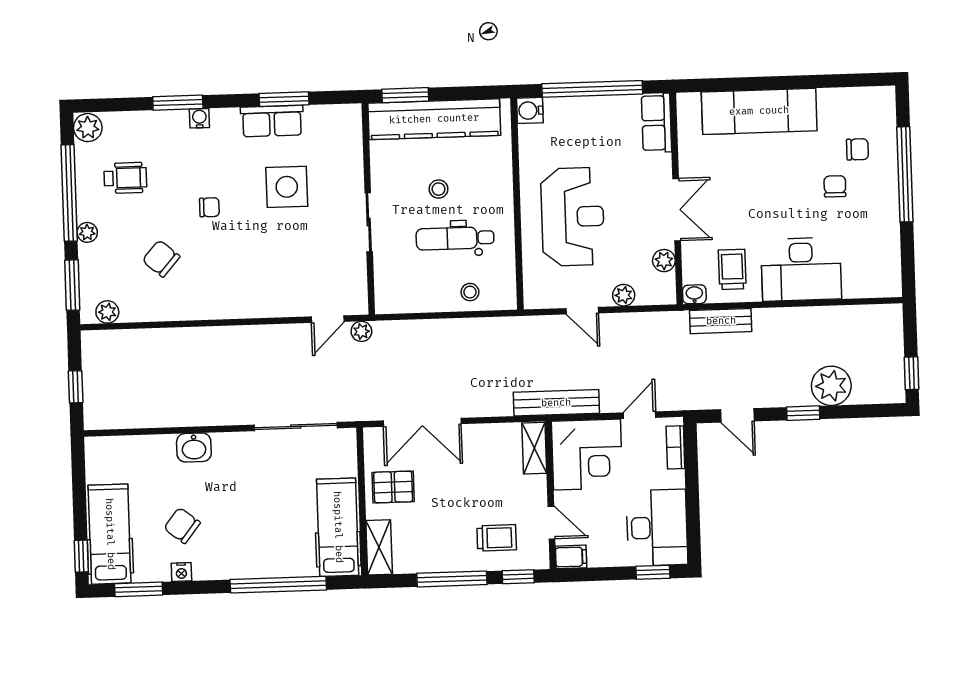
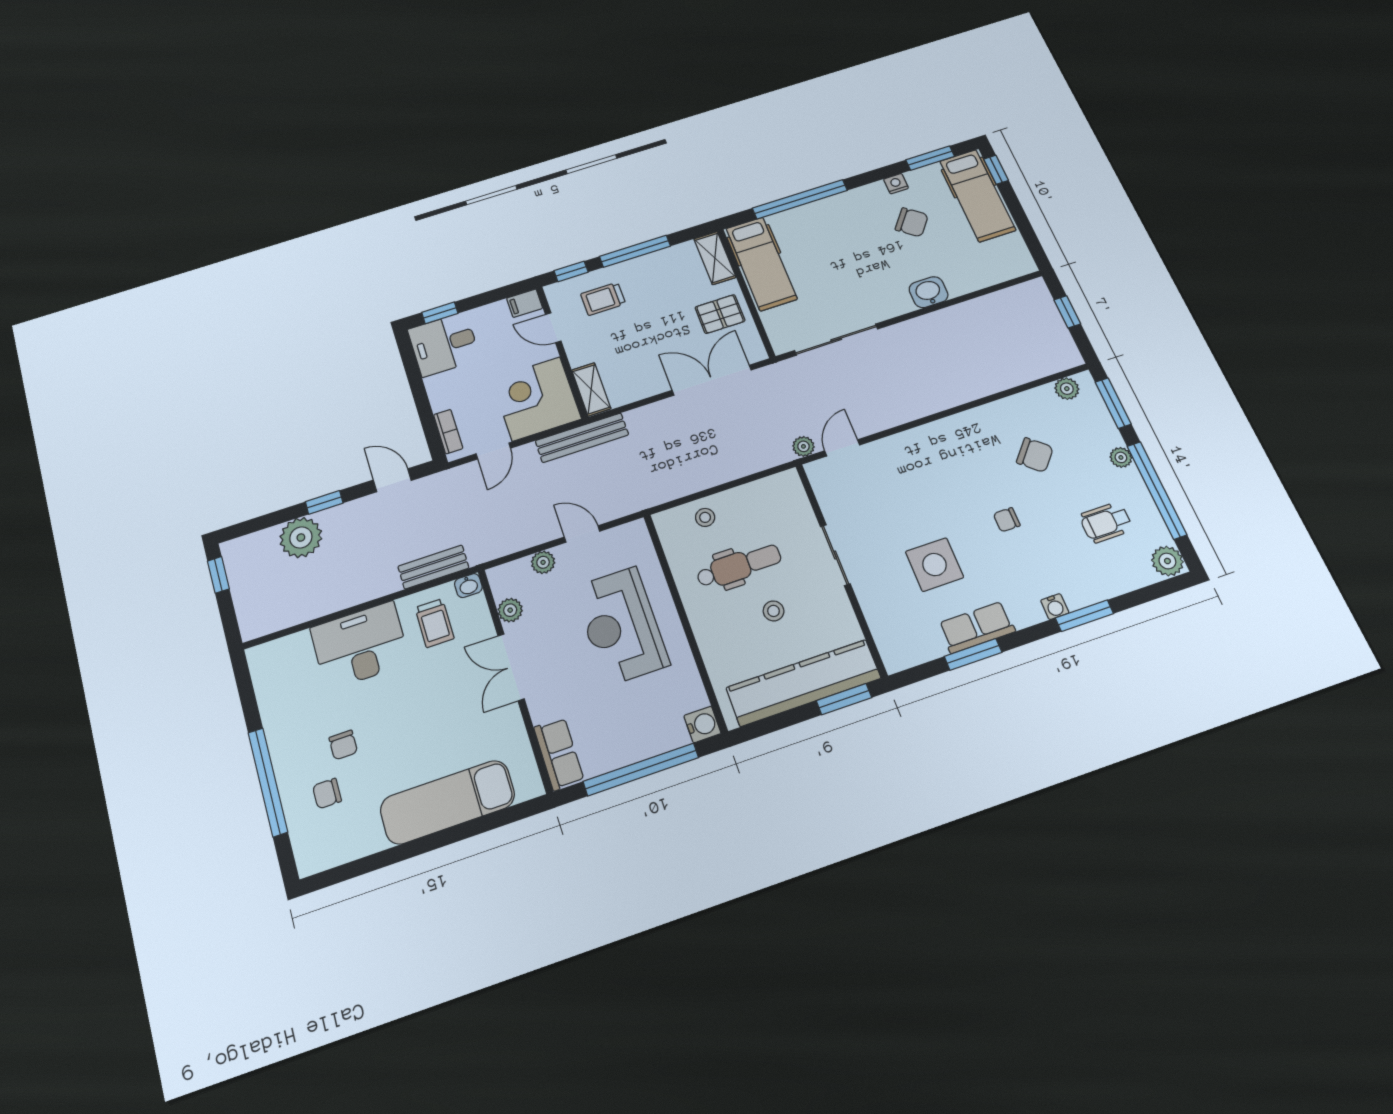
desk: (657, 528) -> (444, 344), width x0.73

